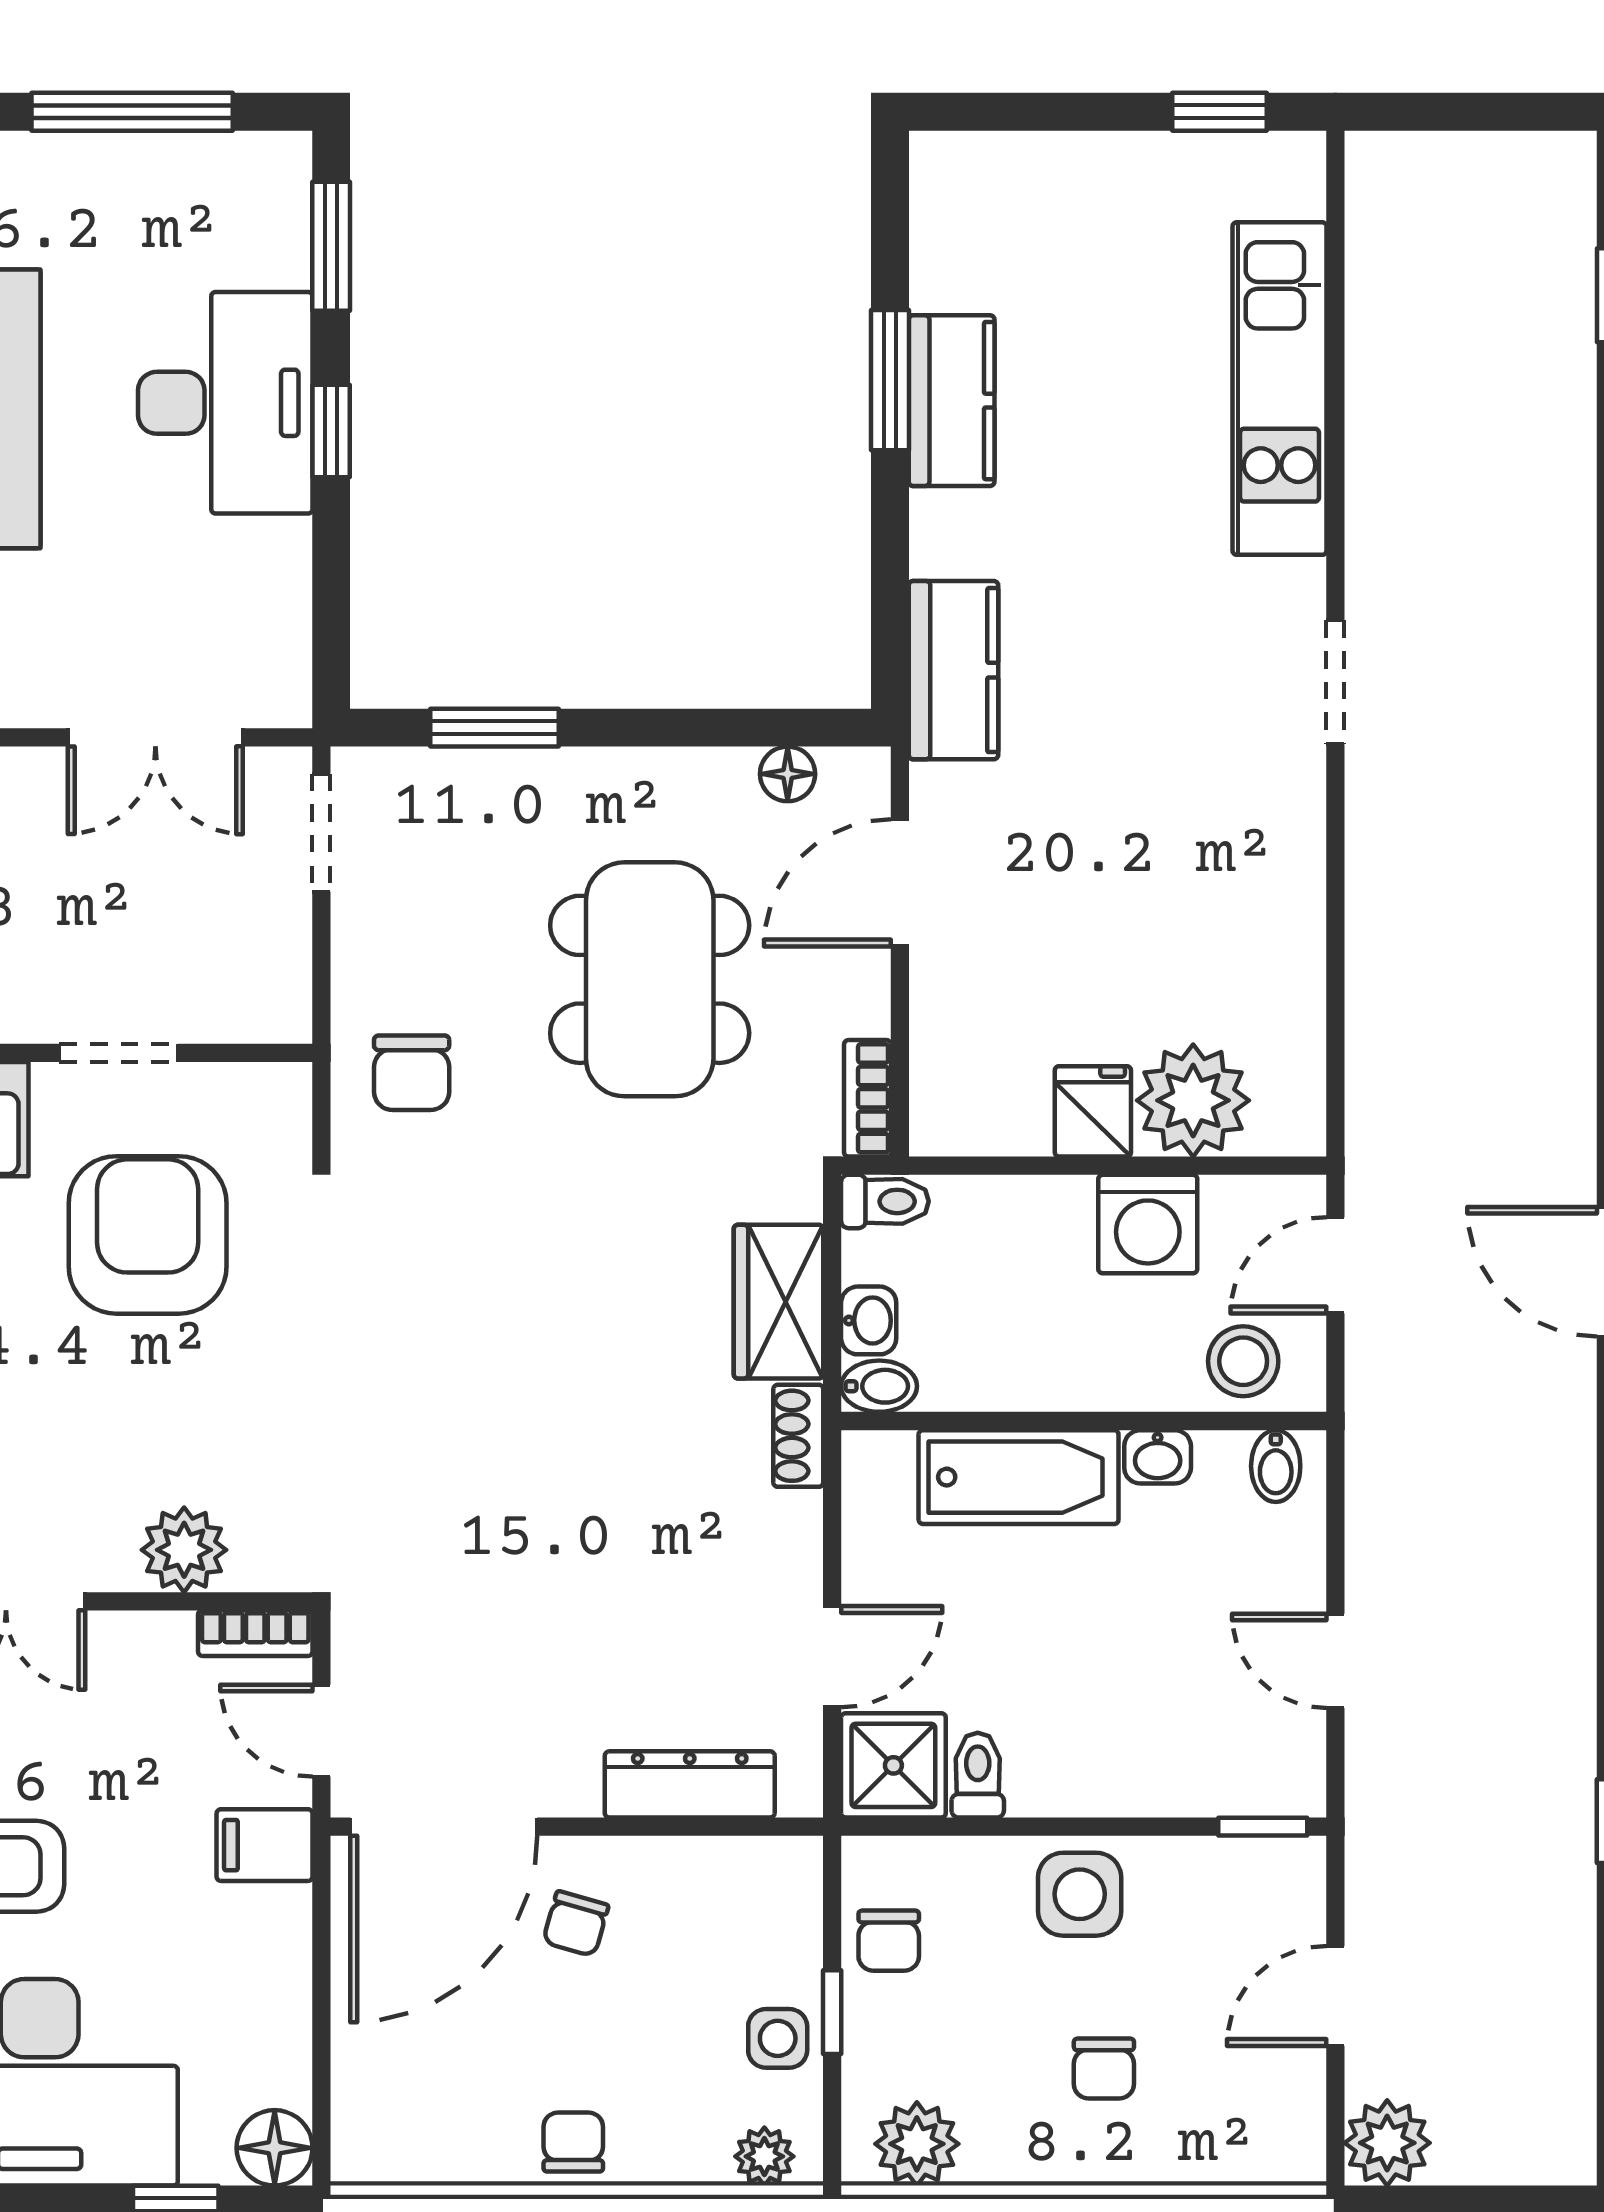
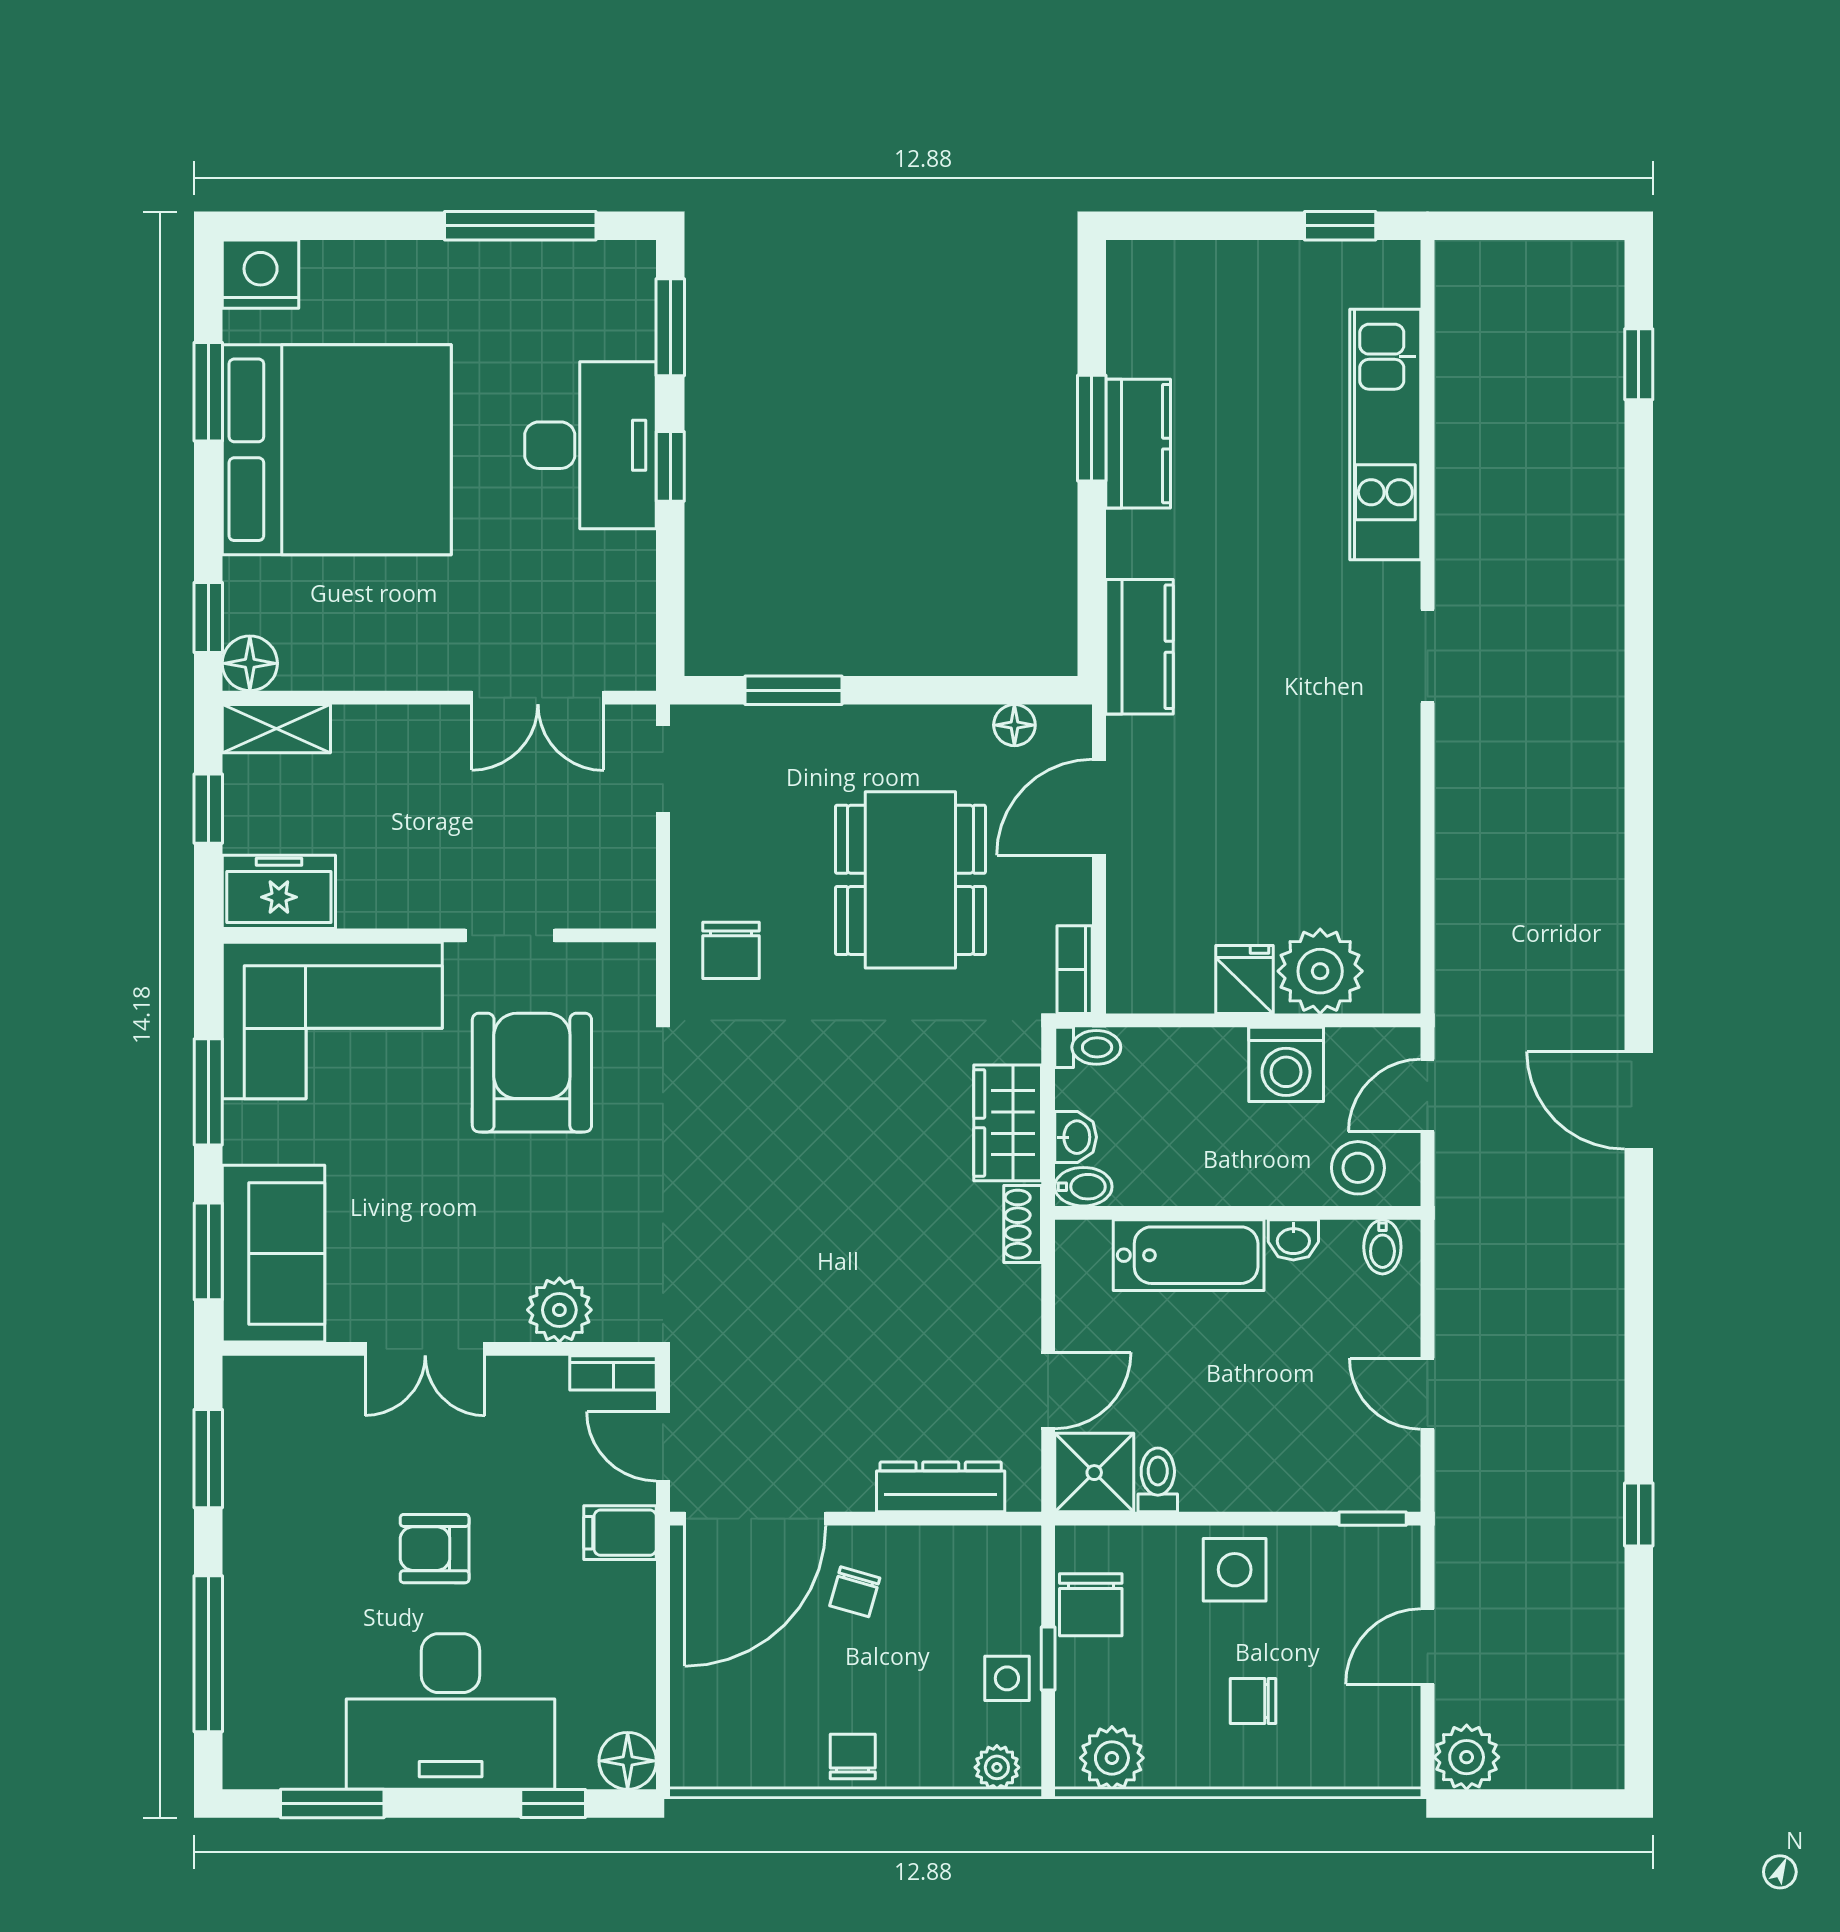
chair: (889, 1941) -> (1091, 1605), width x1.37, depth x1.37
chair: (1104, 2068) -> (1253, 1701), turned 90

